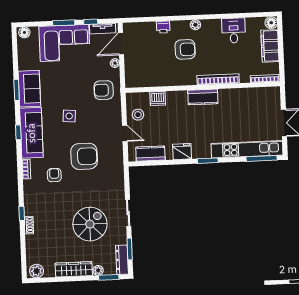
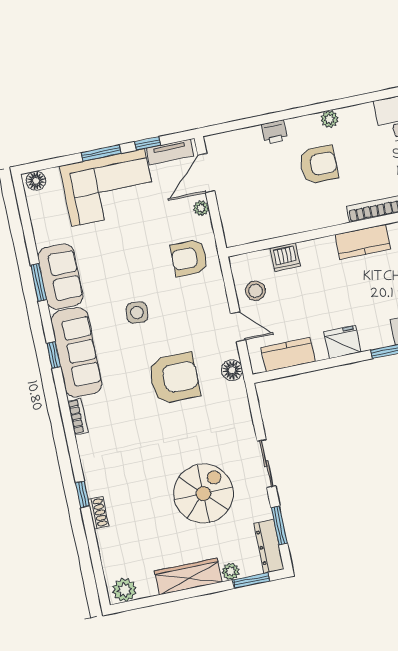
floor lamp: (117, 157) -> (232, 370), added
armchair: (54, 175) -> (128, 419), removed

